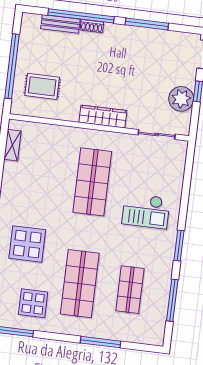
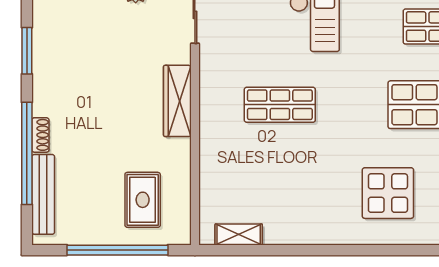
bench: (60, 24) -> (43, 194), width x1.36
window: (147, 24) -> (27, 51), width x0.69
shop shelf: (92, 182) -> (280, 105), width x0.70, depth x0.74

